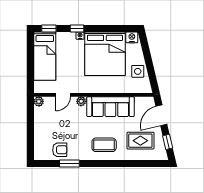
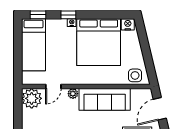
side table: (138, 71) -> (135, 75), moved
plant: (39, 101) -> (32, 98), width x1.88, depth x1.88

